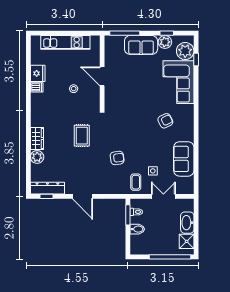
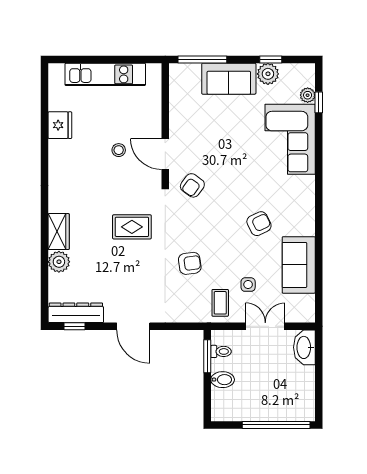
plant: (185, 51) -> (308, 95), width x0.53, depth x0.53
door: (102, 76) -> (165, 154), moved
dishwasher: (37, 87) -> (58, 148), removed
armchair: (119, 110) -> (192, 185), added
armchair: (165, 121) -> (259, 224), moved
rug: (82, 136) -> (132, 227), turned 90
washbasin: (187, 223) -> (304, 347), moved
shower: (187, 241) -> (303, 400), removed

